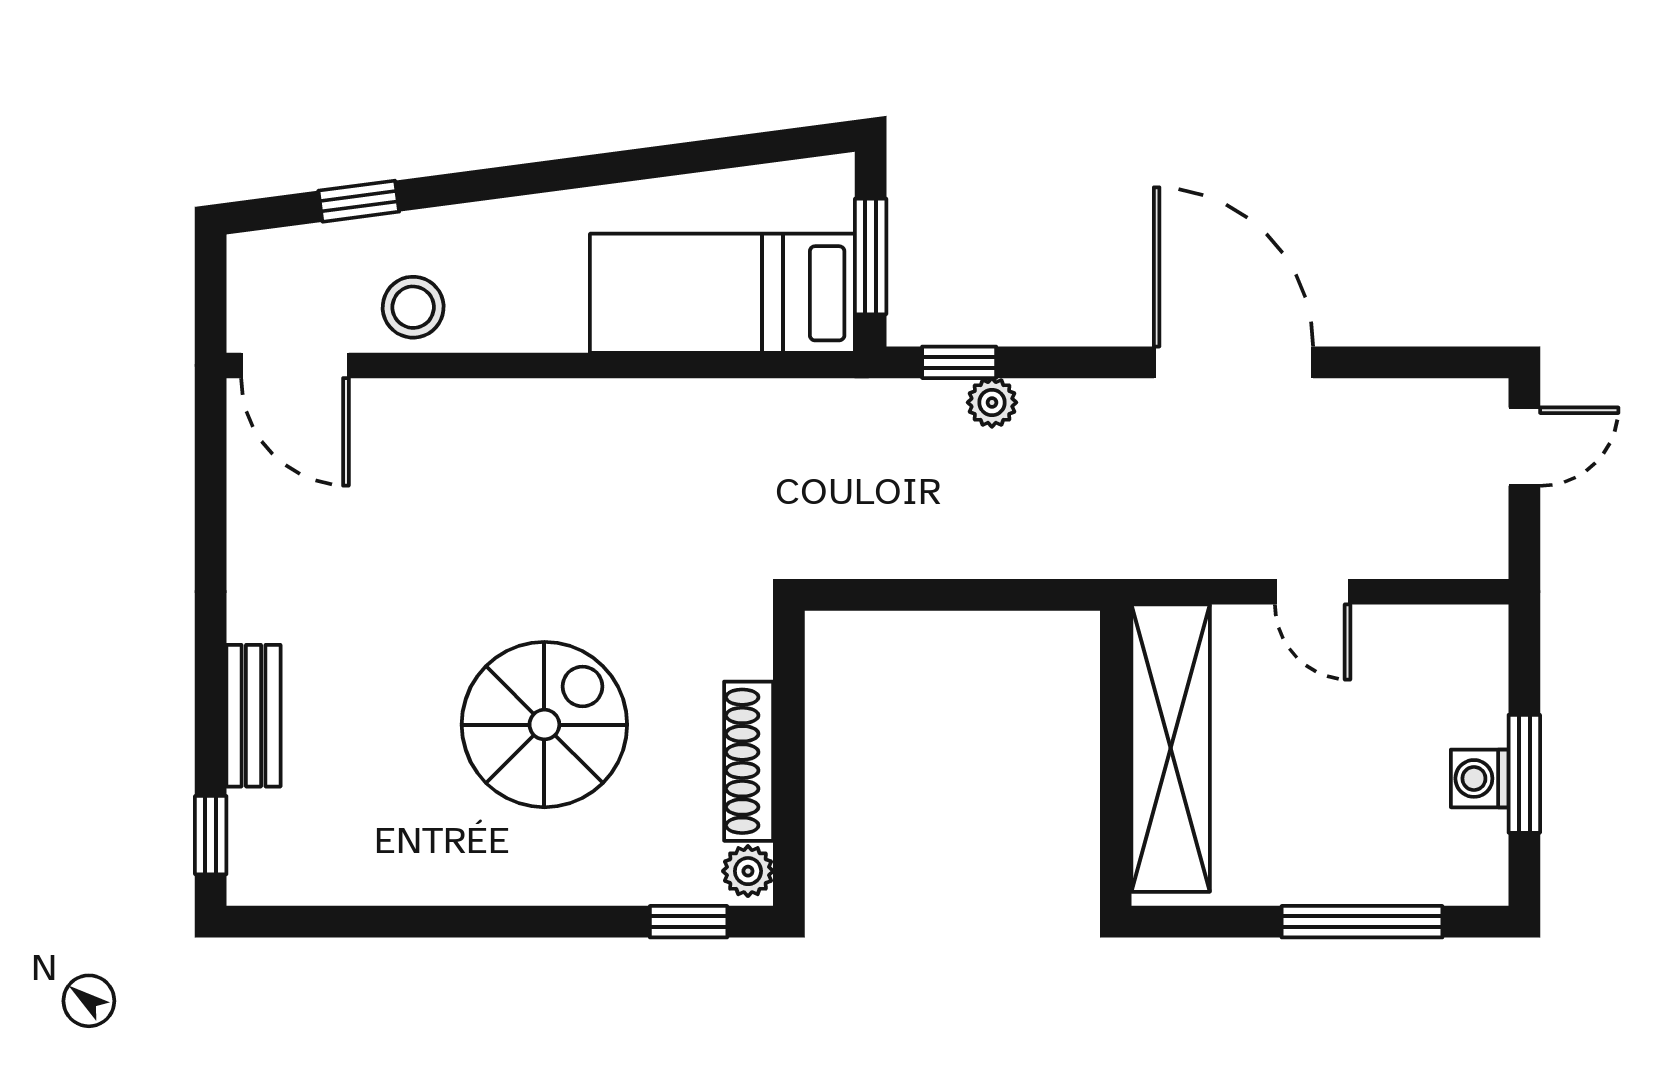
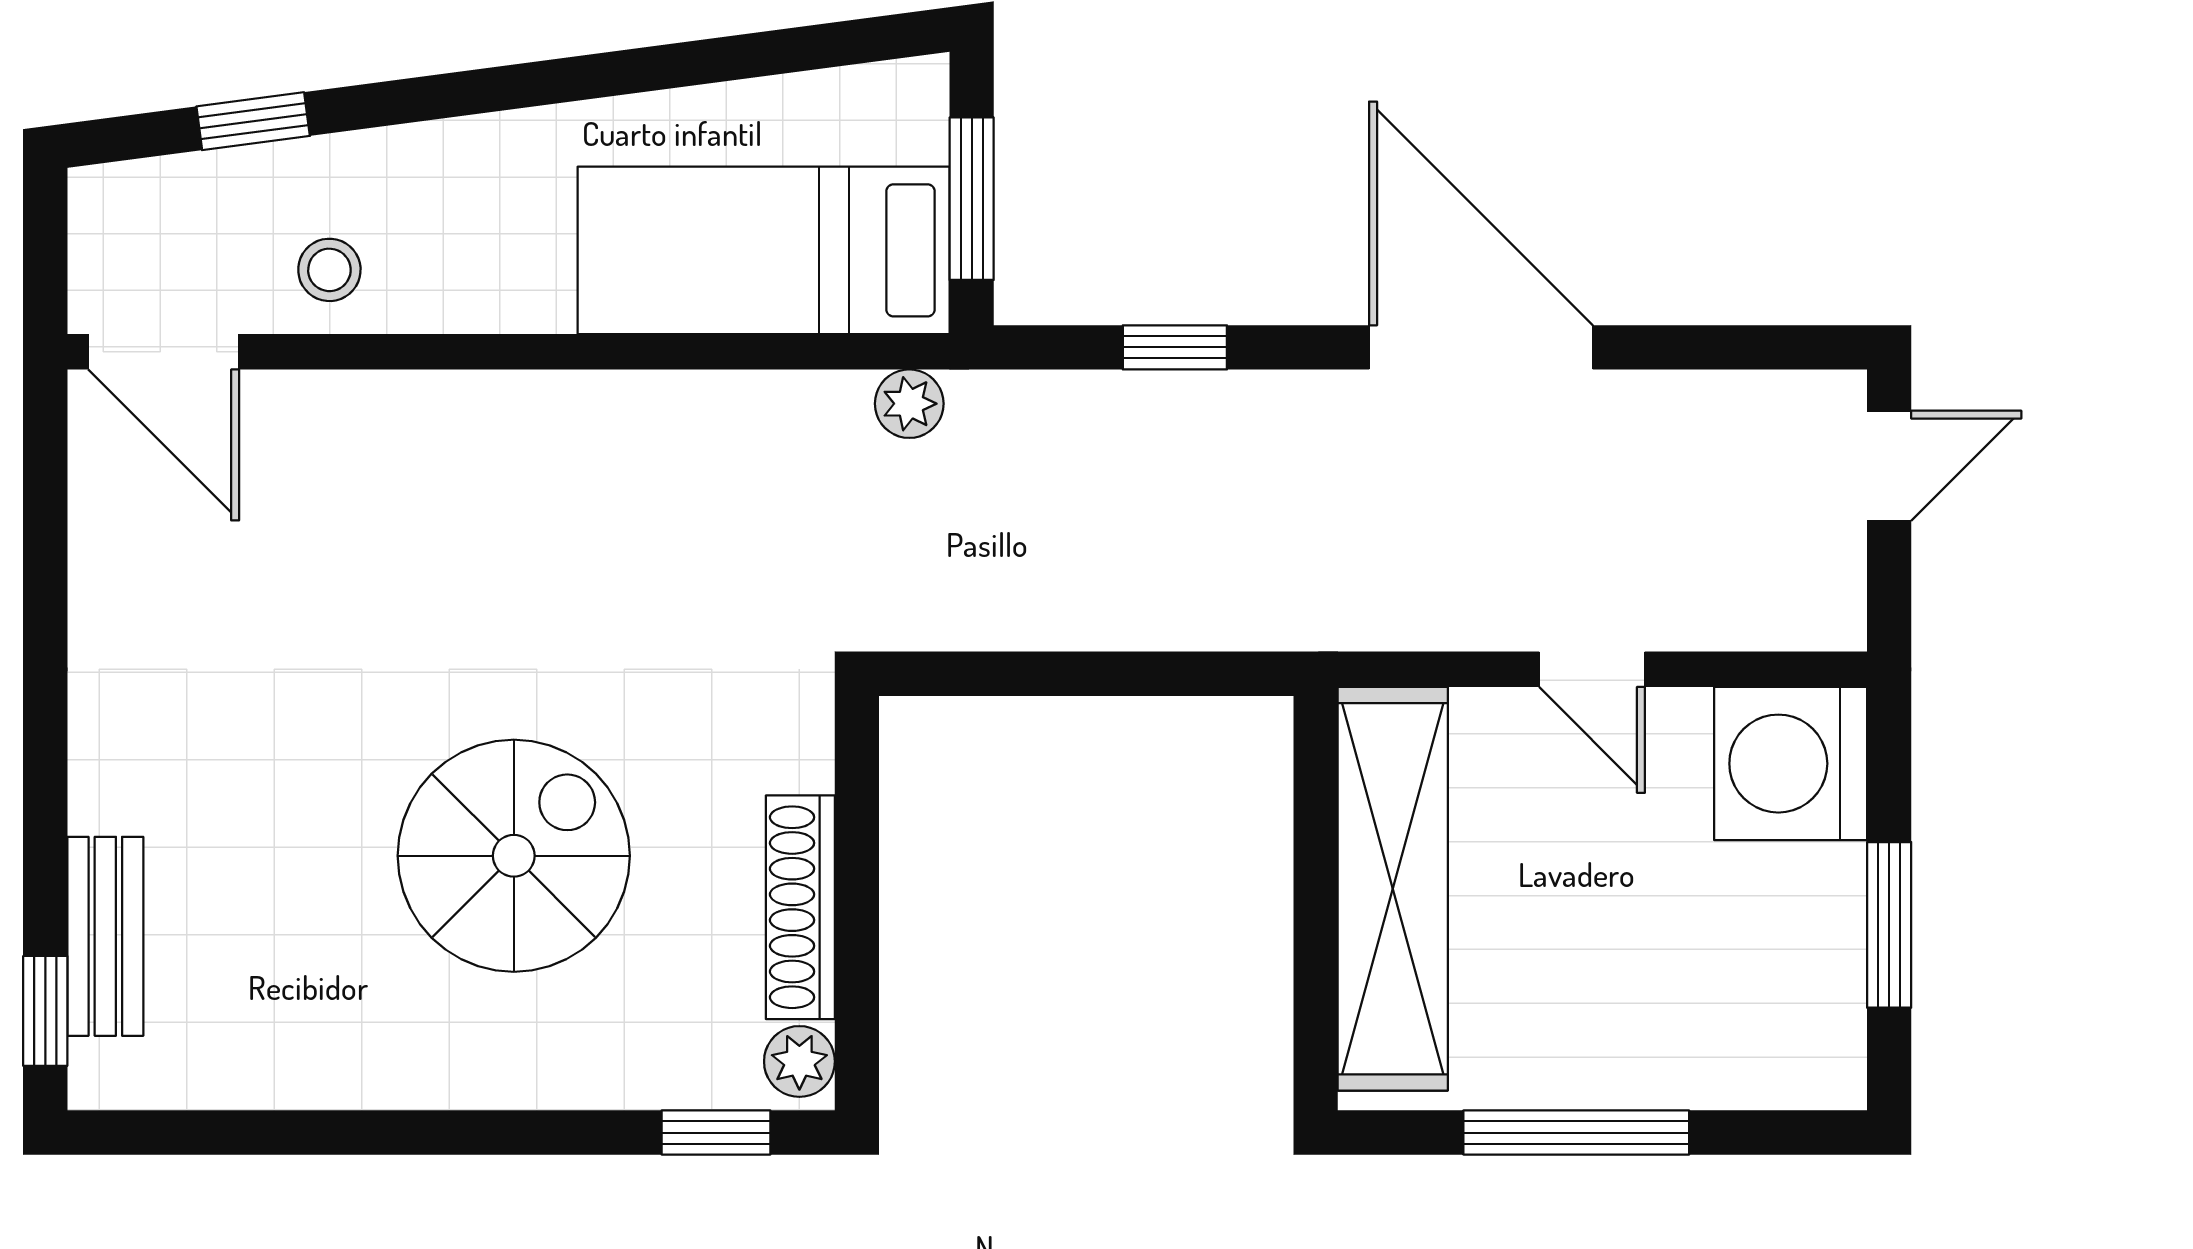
stool: (413, 307) -> (329, 270), width x0.73, depth x0.73
window: (959, 362) -> (1175, 347), moved
plant: (992, 402) -> (909, 404), moved
bench: (253, 716) -> (105, 936), moved
washing machine: (1480, 778) -> (1791, 764), moved, width x1.89, depth x1.89
window: (1362, 922) -> (1576, 1133), moved

